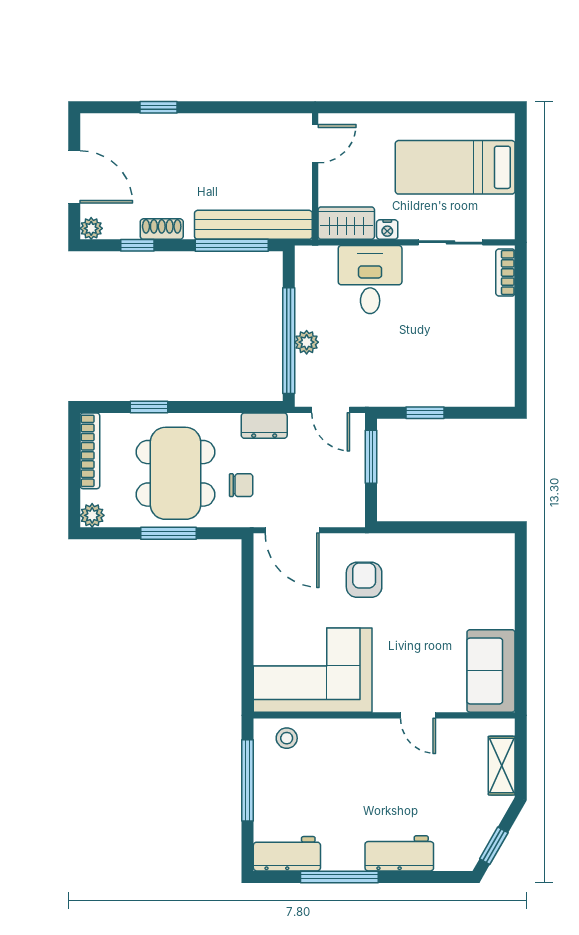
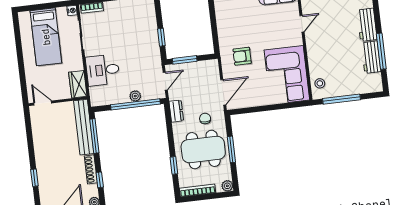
shoe rack: (162, 229) -> (91, 169), width x1.43
nightstand: (387, 230) -> (72, 11), moved
workbench: (287, 854) -> (371, 57), moved

